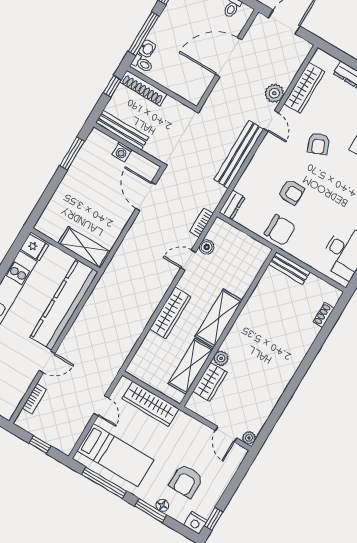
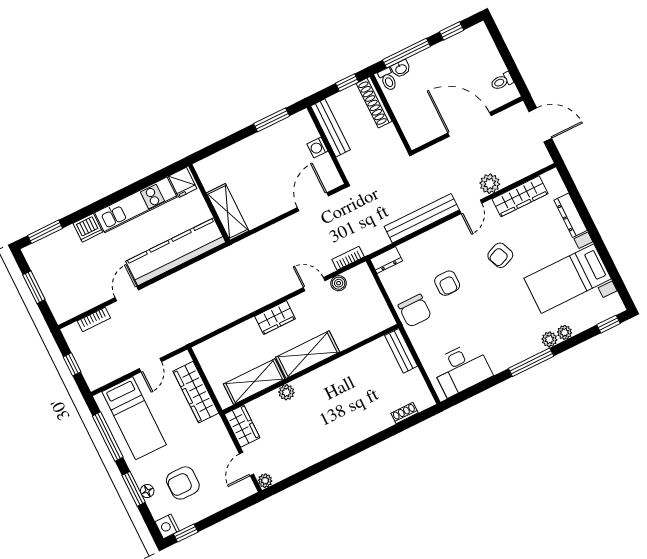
wardrobe: (170, 313) -> (275, 318), width x0.67
door: (47, 362) -> (127, 294), swing flipped
wardrobe: (210, 382) -> (242, 426), moved, turned -90

